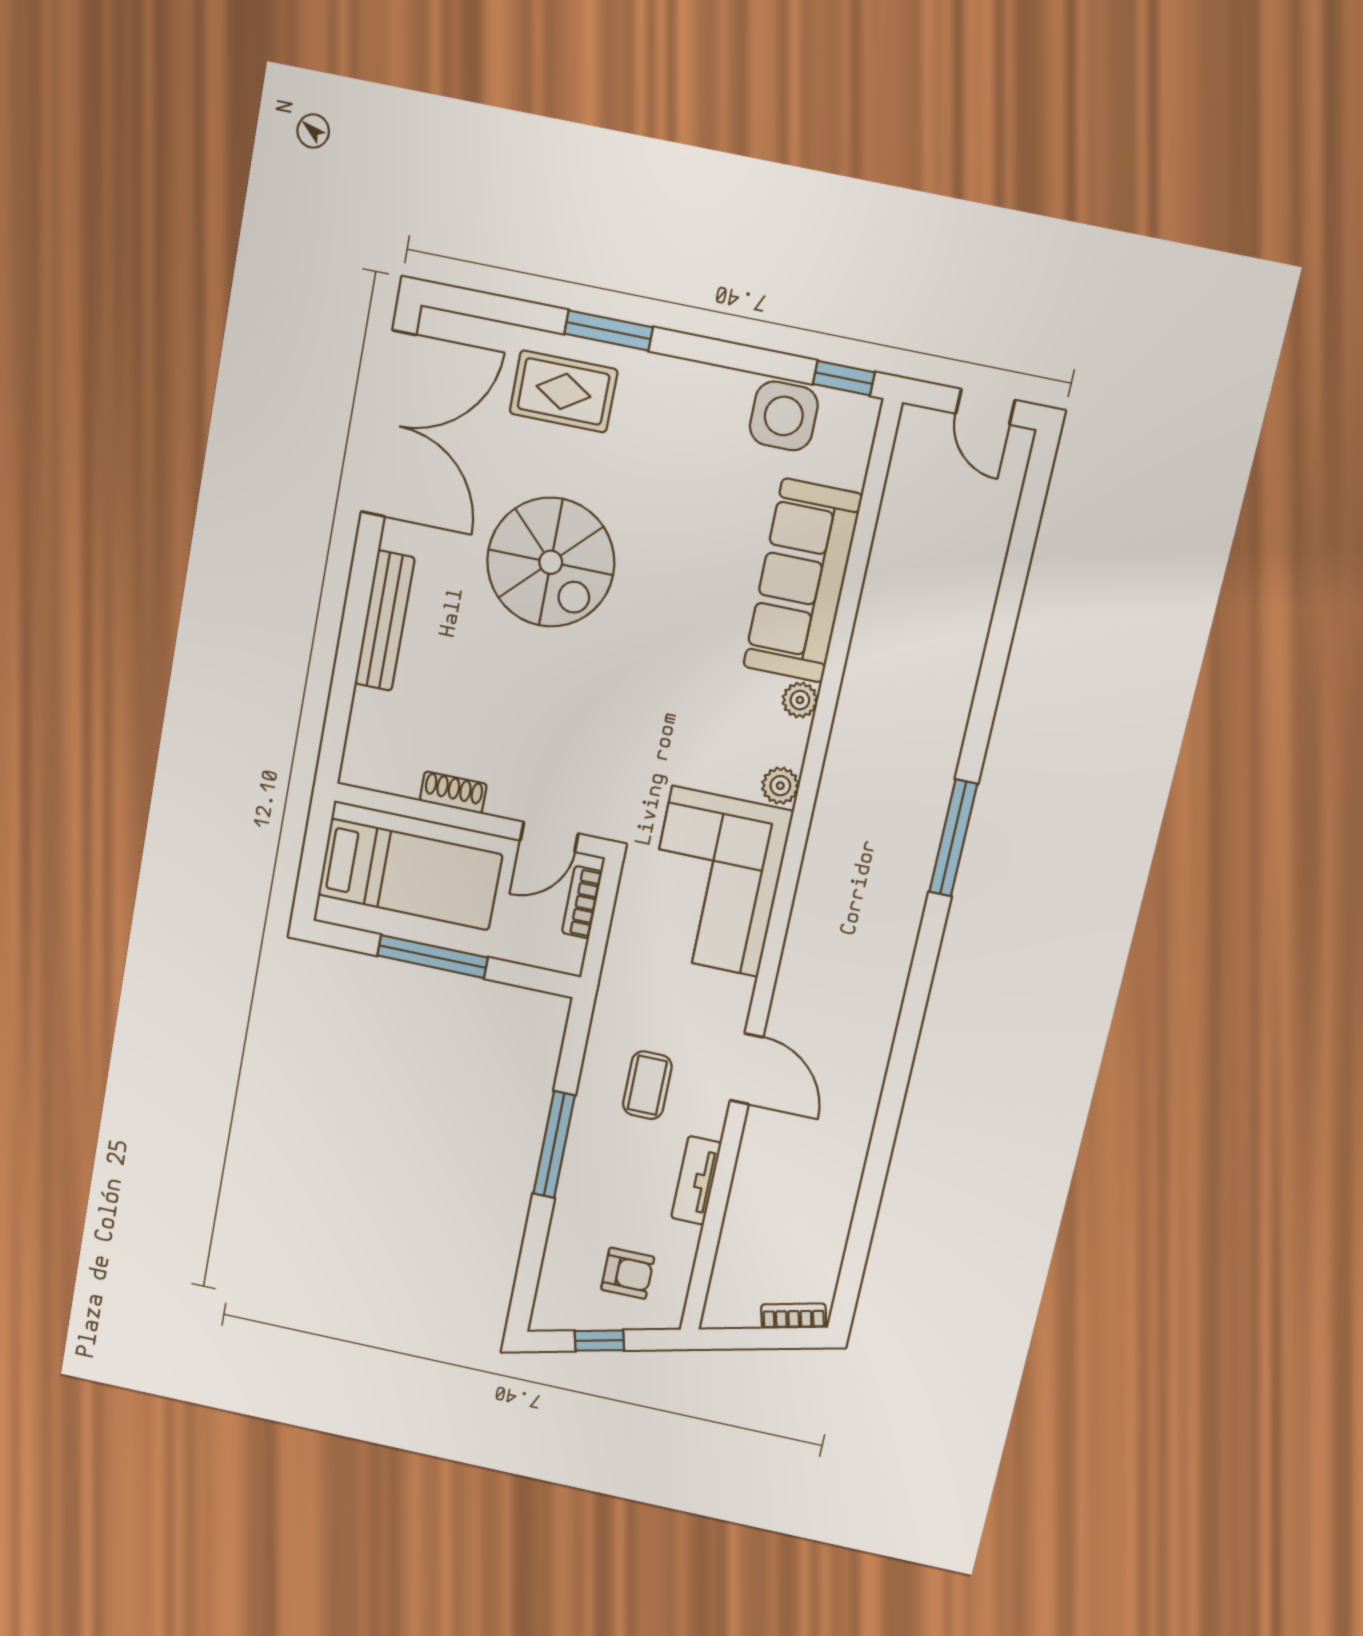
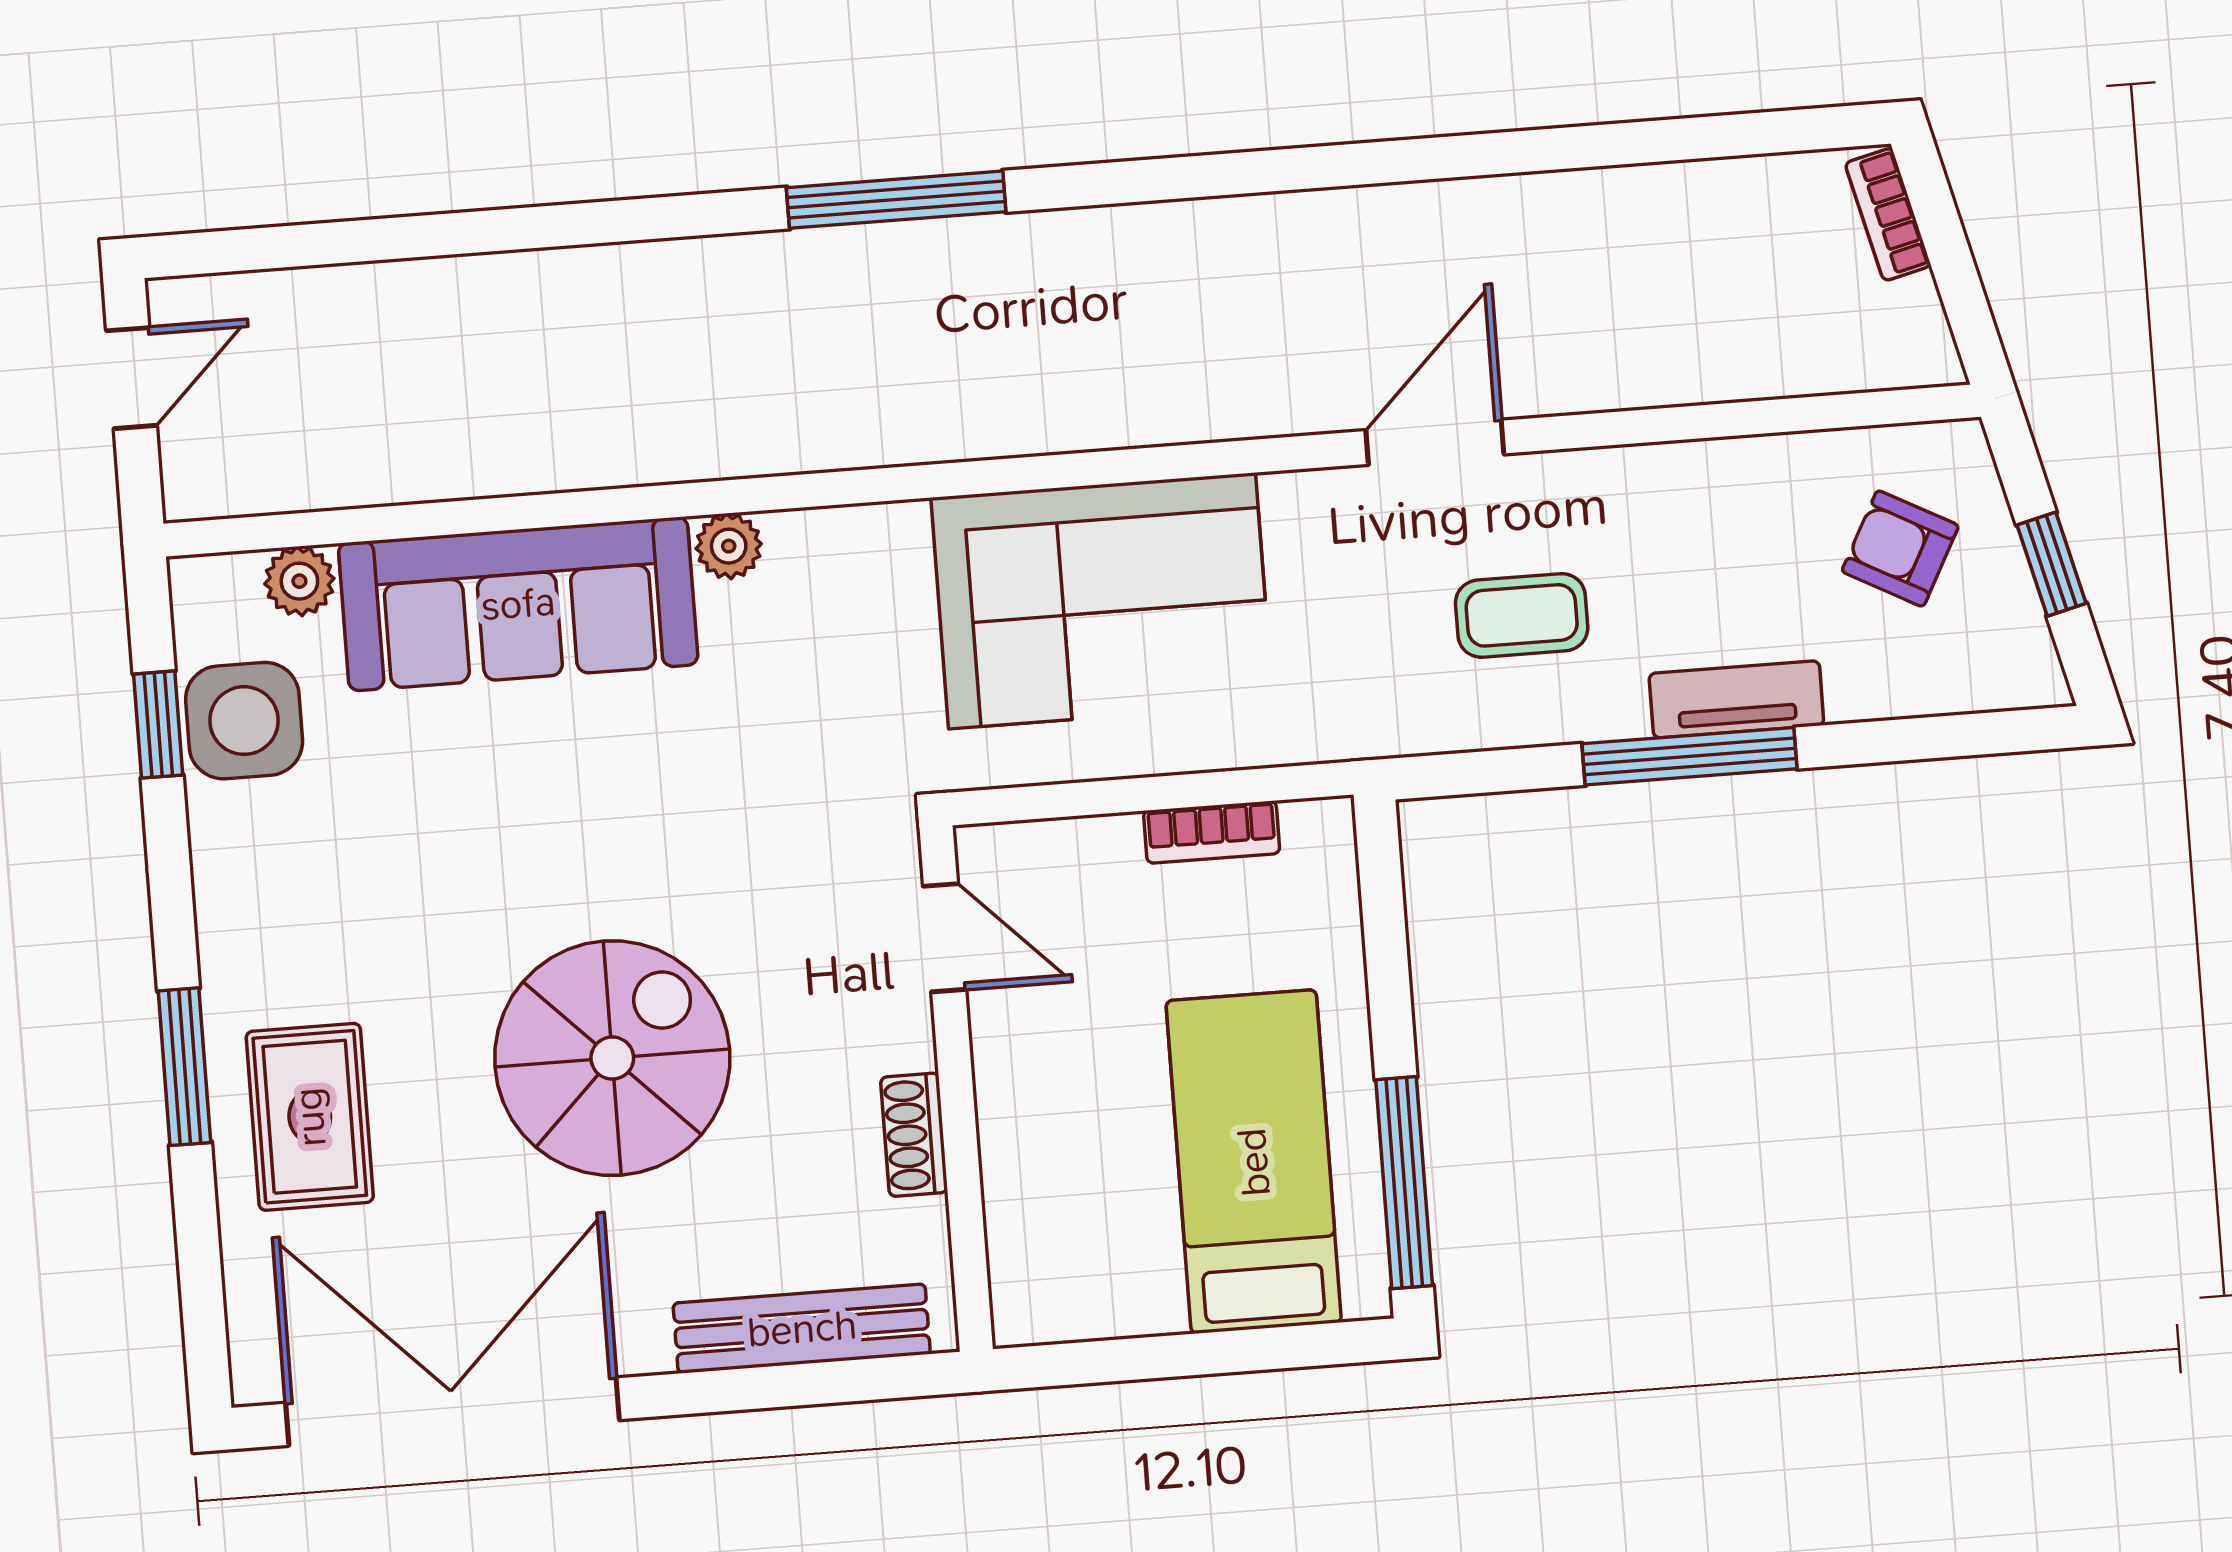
window: (844, 378) -> (158, 725), moved
plant: (780, 786) -> (299, 581), moved
shoe rack: (453, 792) -> (914, 1135), moved
wall: (471, 821) -> (956, 1089), moved
door: (549, 837) -> (945, 938), moved
window: (432, 957) -> (1404, 1183), moved
tv unit: (696, 1180) -> (1736, 699), moved, turned 180
armchair: (628, 1273) -> (1900, 549), turned -62

